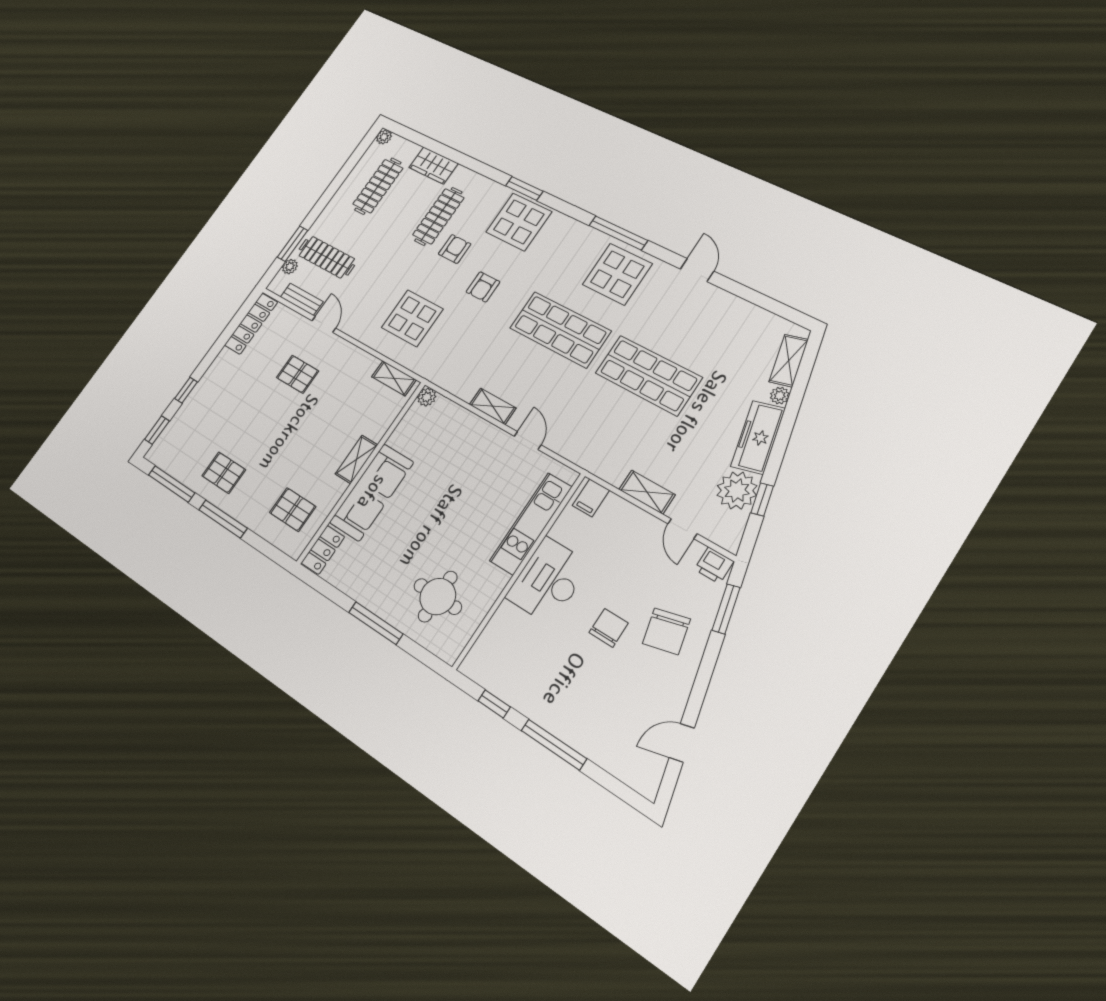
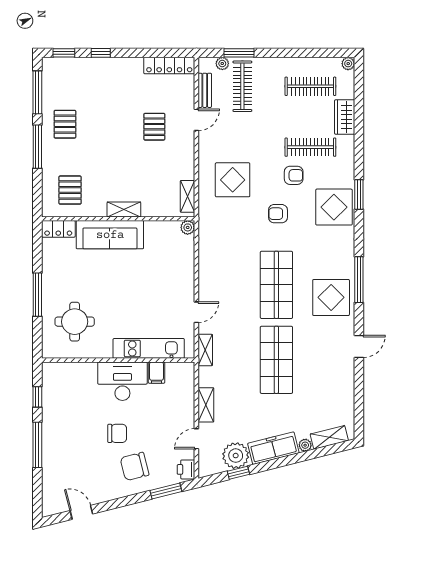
shelving: (493, 406) -> (205, 350), moved
filing cabinet: (591, 498) -> (156, 373), moved, turned -90

